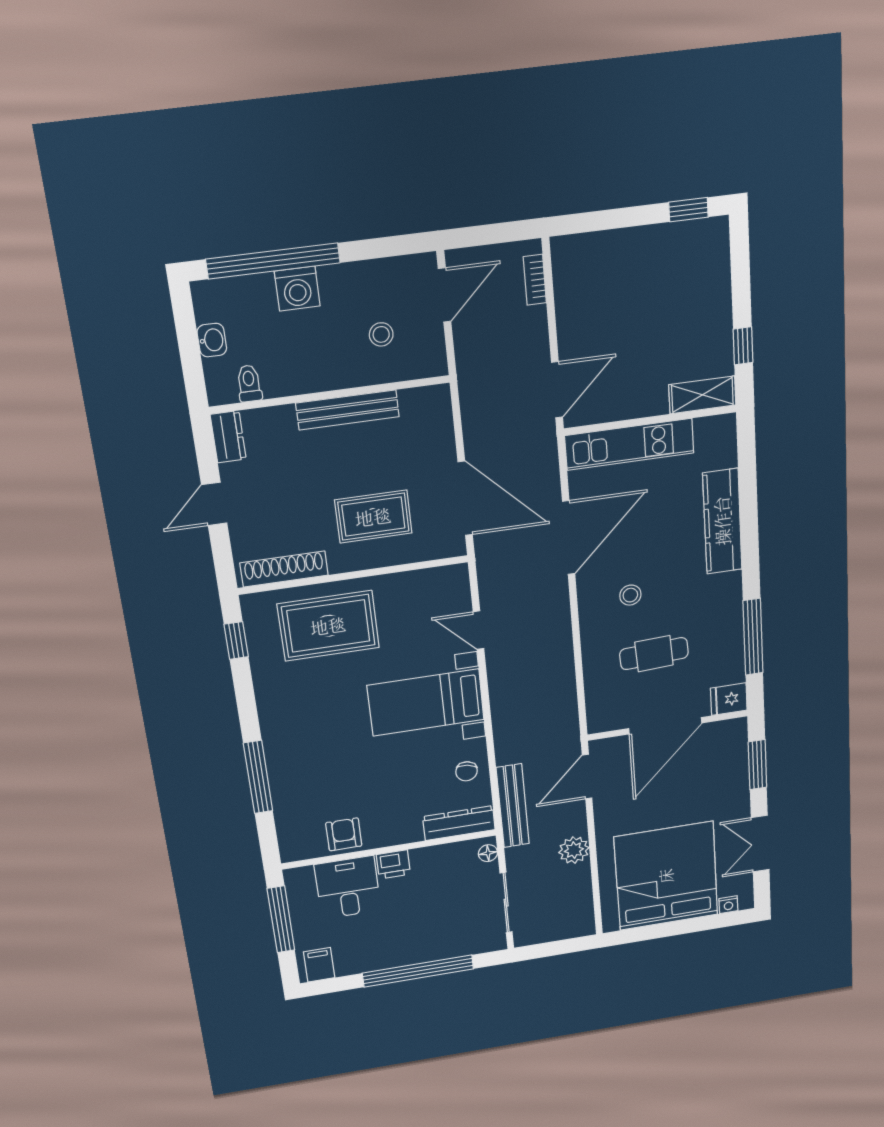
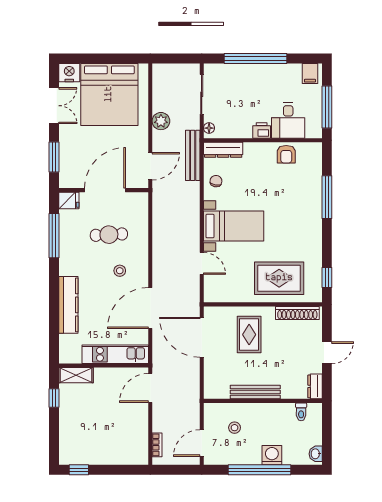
window: (273, 261) -> (259, 470), moved
washbasin: (212, 340) -> (316, 454), moved
rug: (373, 517) -> (249, 335), turned 90
nightstand: (728, 905) -> (69, 73), width x1.89, depth x1.79

